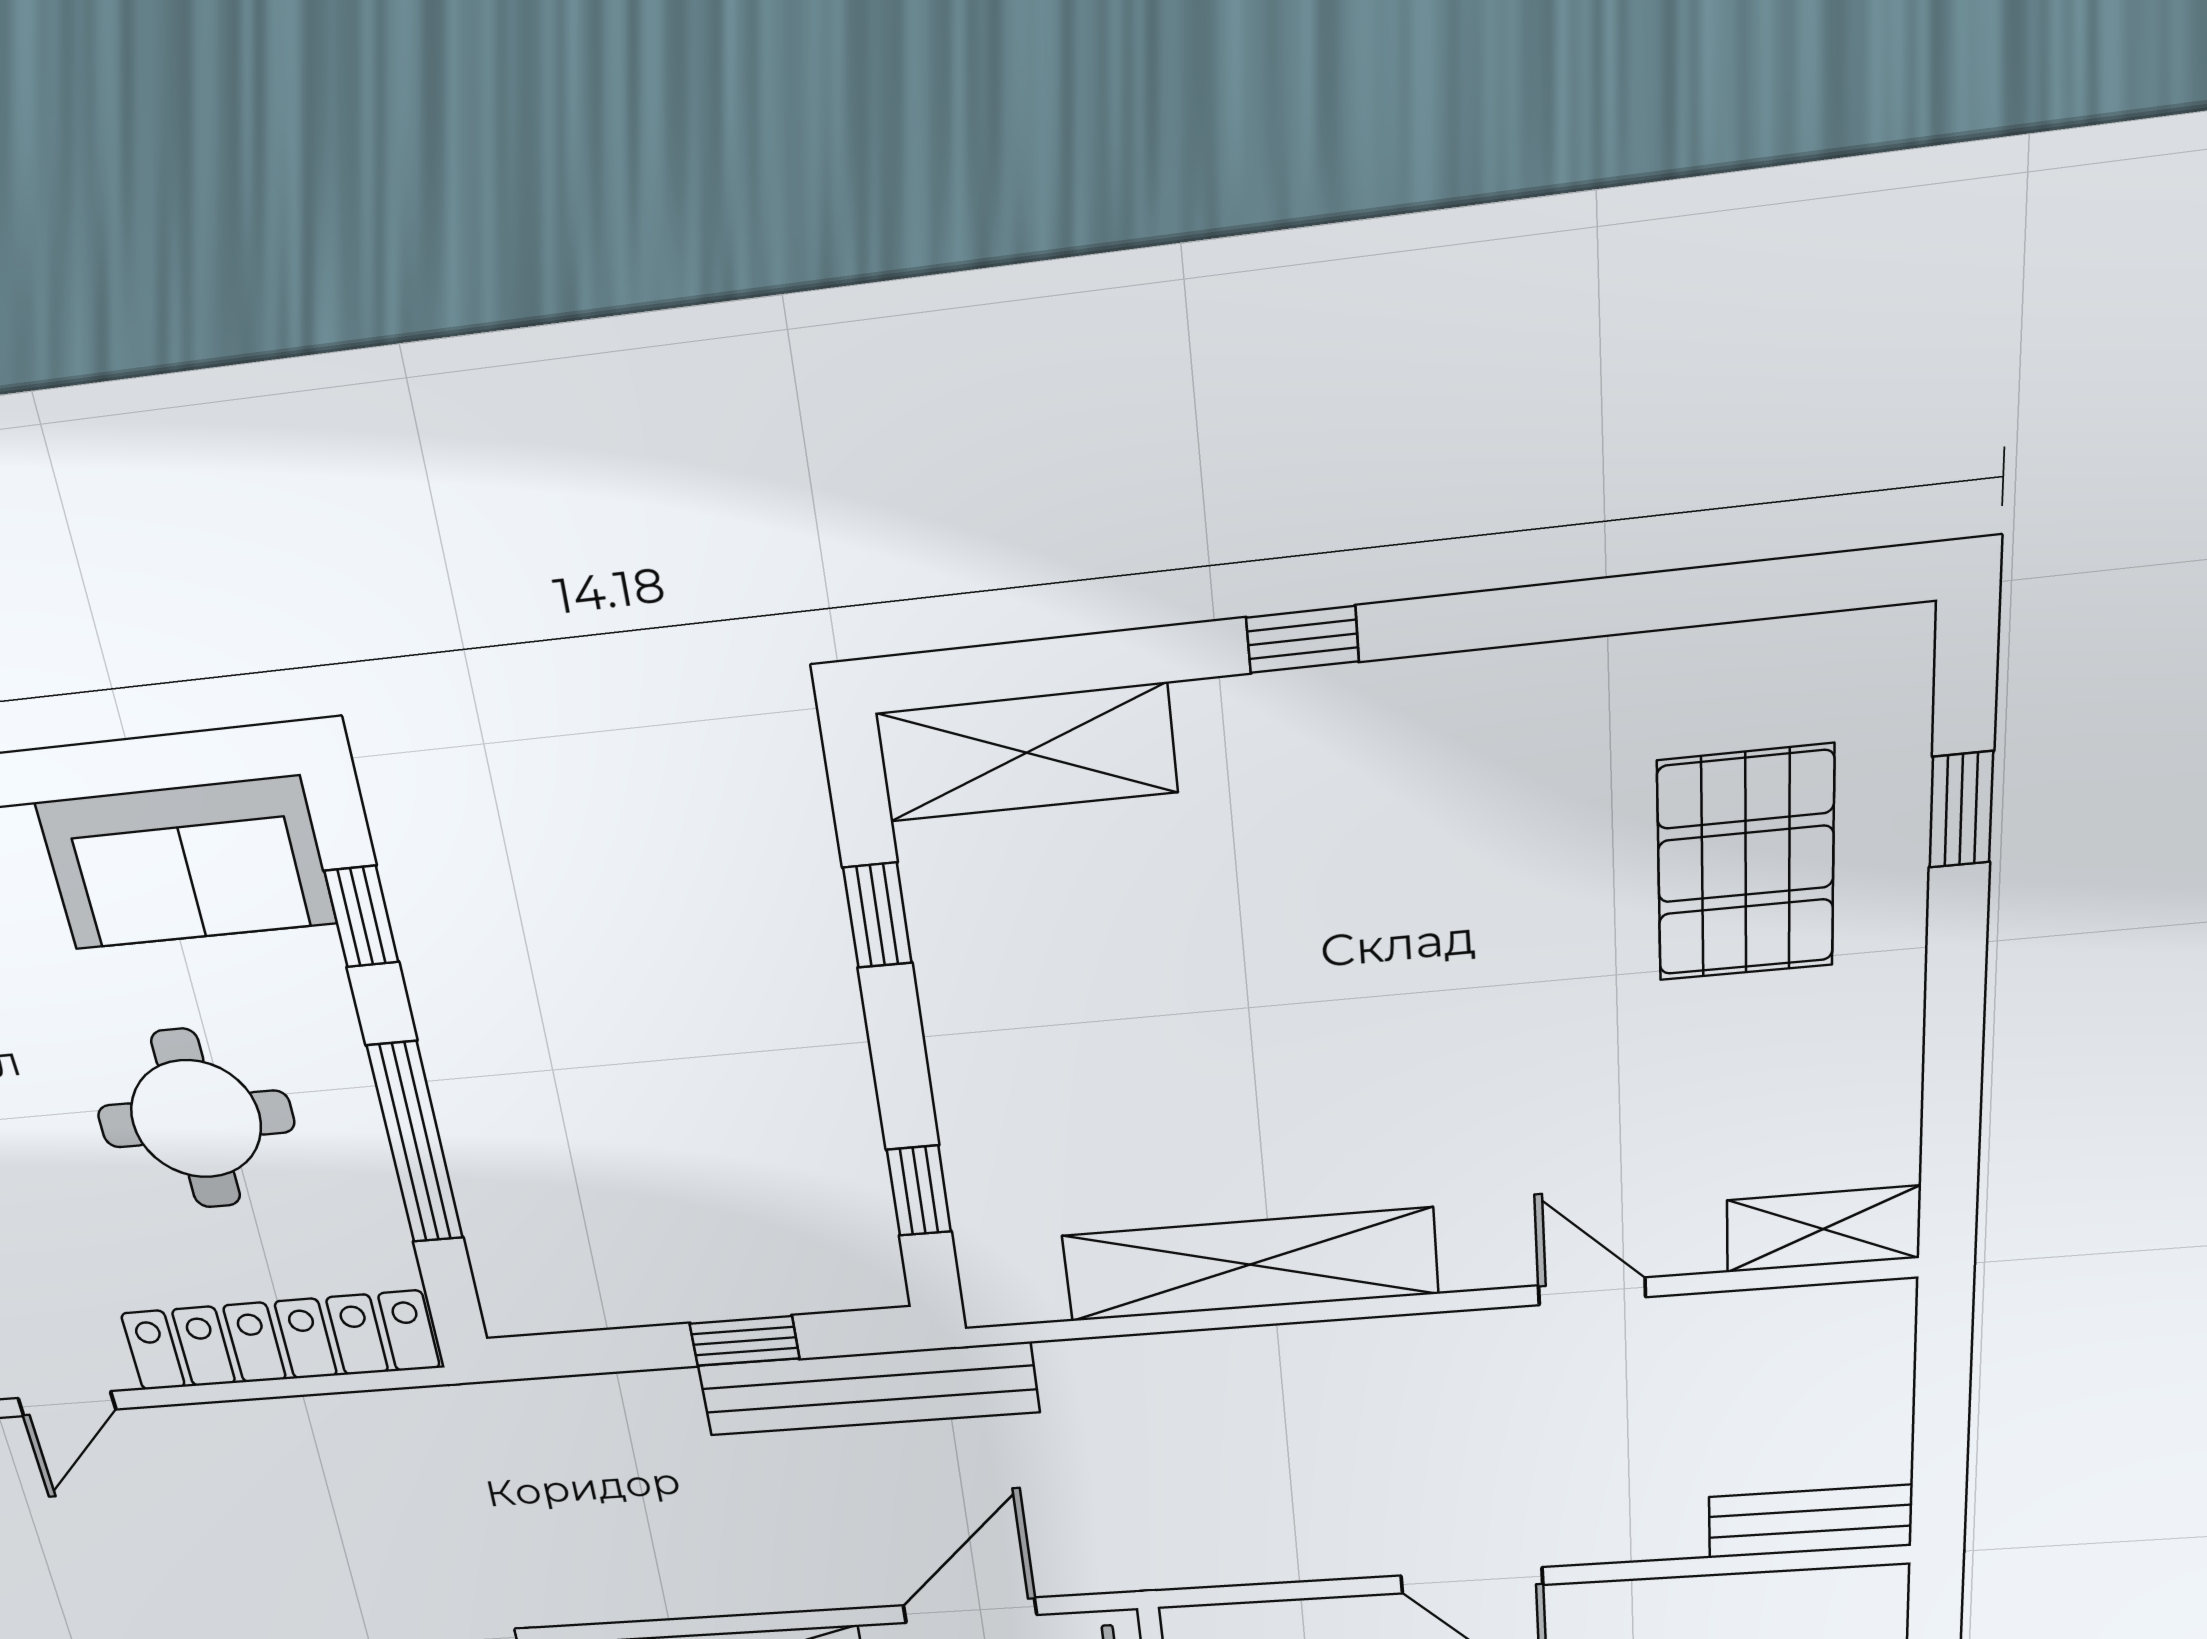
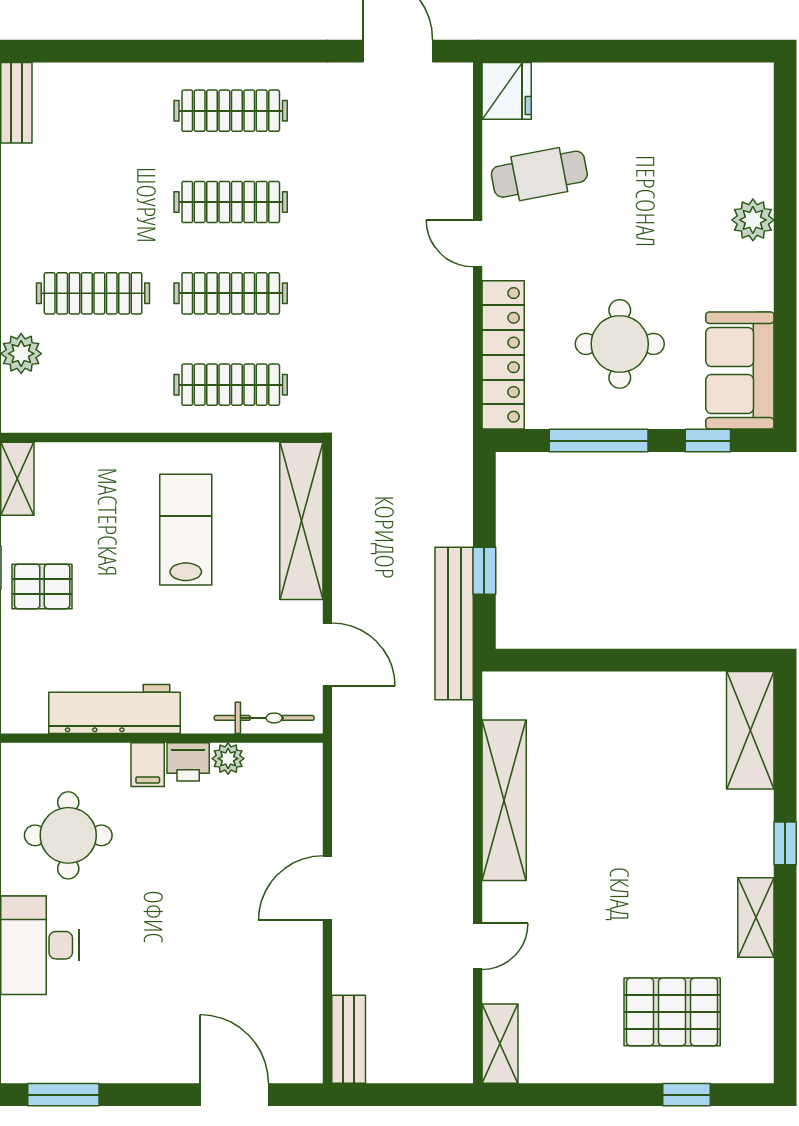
shelving: (1498, 690) -> (756, 917), added
window: (877, 915) -> (686, 660), removed
window: (919, 1191) -> (554, 660), removed

